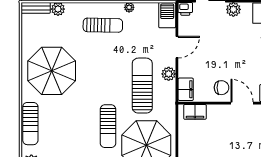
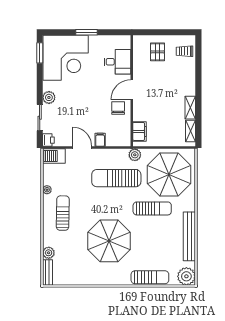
parasol: (52, 71) -> (109, 241), moved
plant: (169, 74) -> (135, 155), moved
filing cabinet: (186, 89) -> (100, 140), moved, width x0.50

